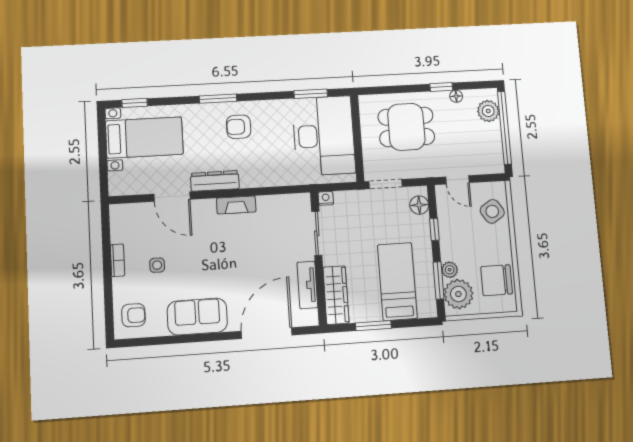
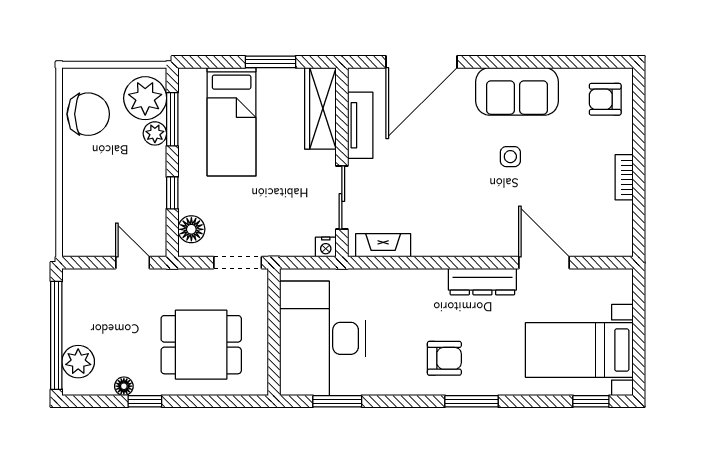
fireplace: (236, 205) -> (383, 245), moved
side table: (492, 211) -> (86, 214), removed
side table: (157, 265) -> (510, 157), moved

